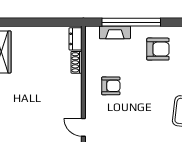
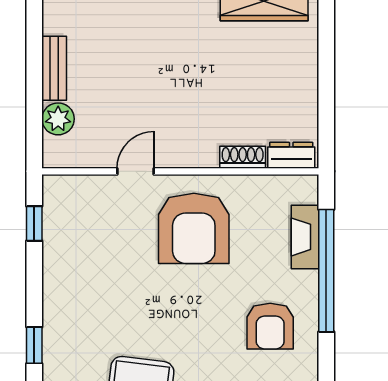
armchair: (111, 86) -> (194, 228), width x1.88, depth x1.88
door: (83, 127) -> (135, 171), moved

